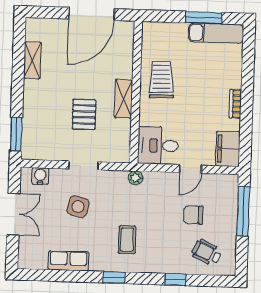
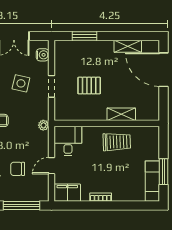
door: (92, 14) -> (164, 70), moved
shelving: (123, 99) -> (121, 114), moved
window: (16, 134) -> (84, 36), moved
door: (191, 169) -> (51, 166), hinge flipped
chair: (193, 215) -> (18, 169), turned -90

